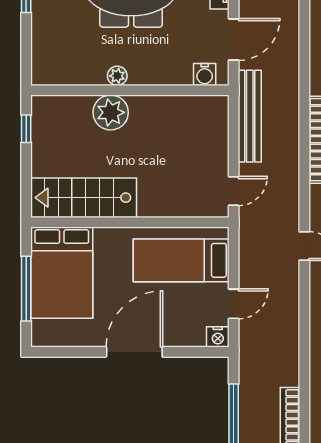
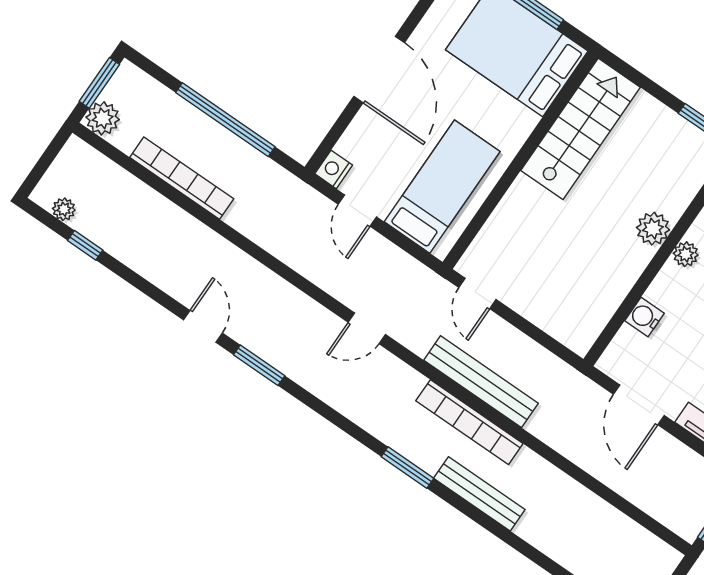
water cooler: (205, 74) -> (644, 317), moved
plant: (111, 112) -> (653, 229), width x0.73, depth x0.73
bench: (250, 116) -> (481, 382), moved

